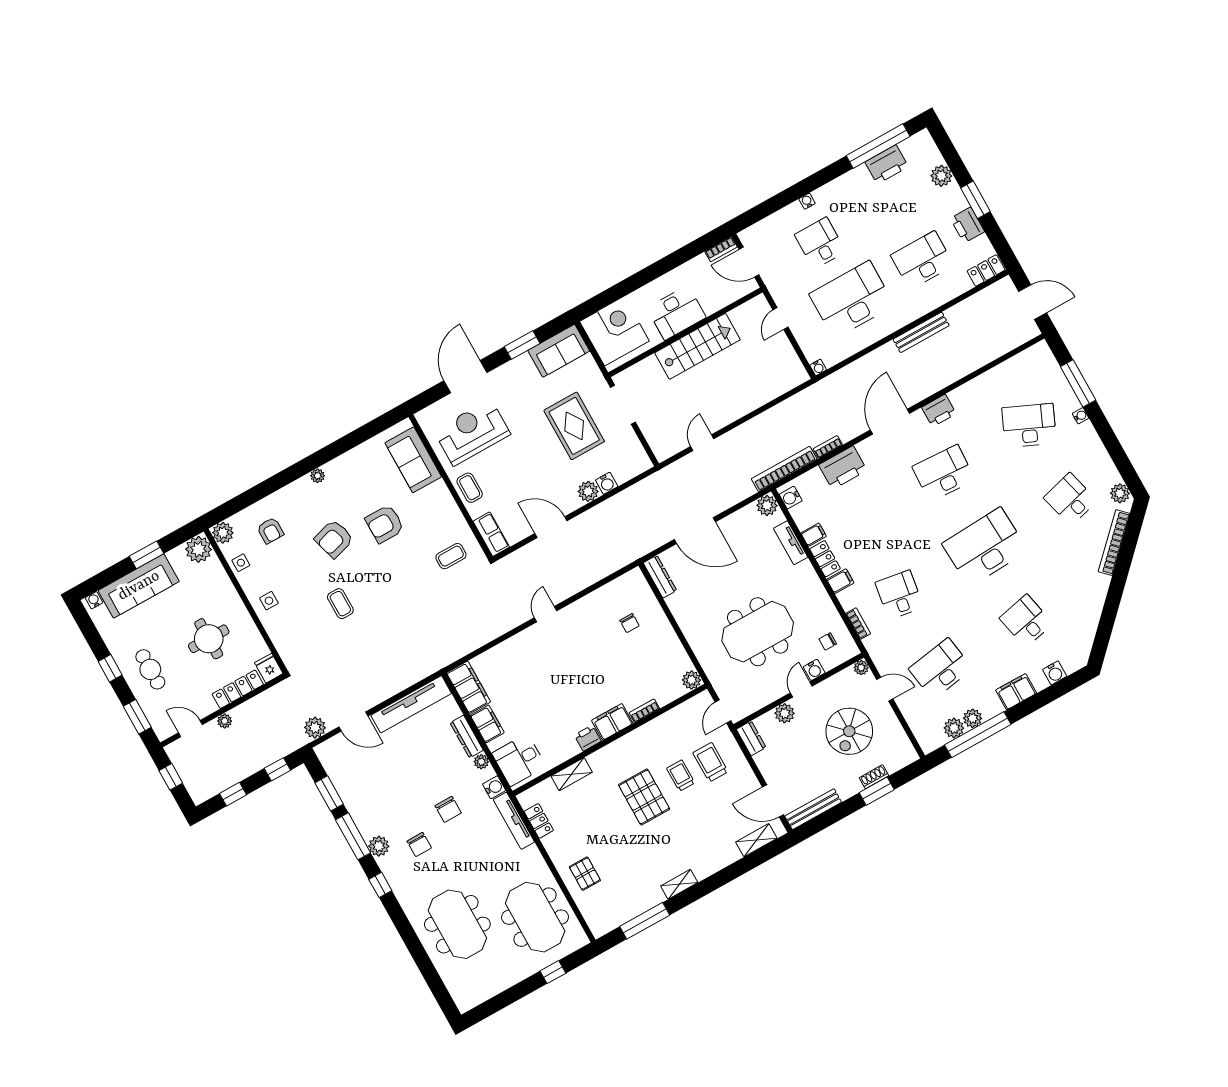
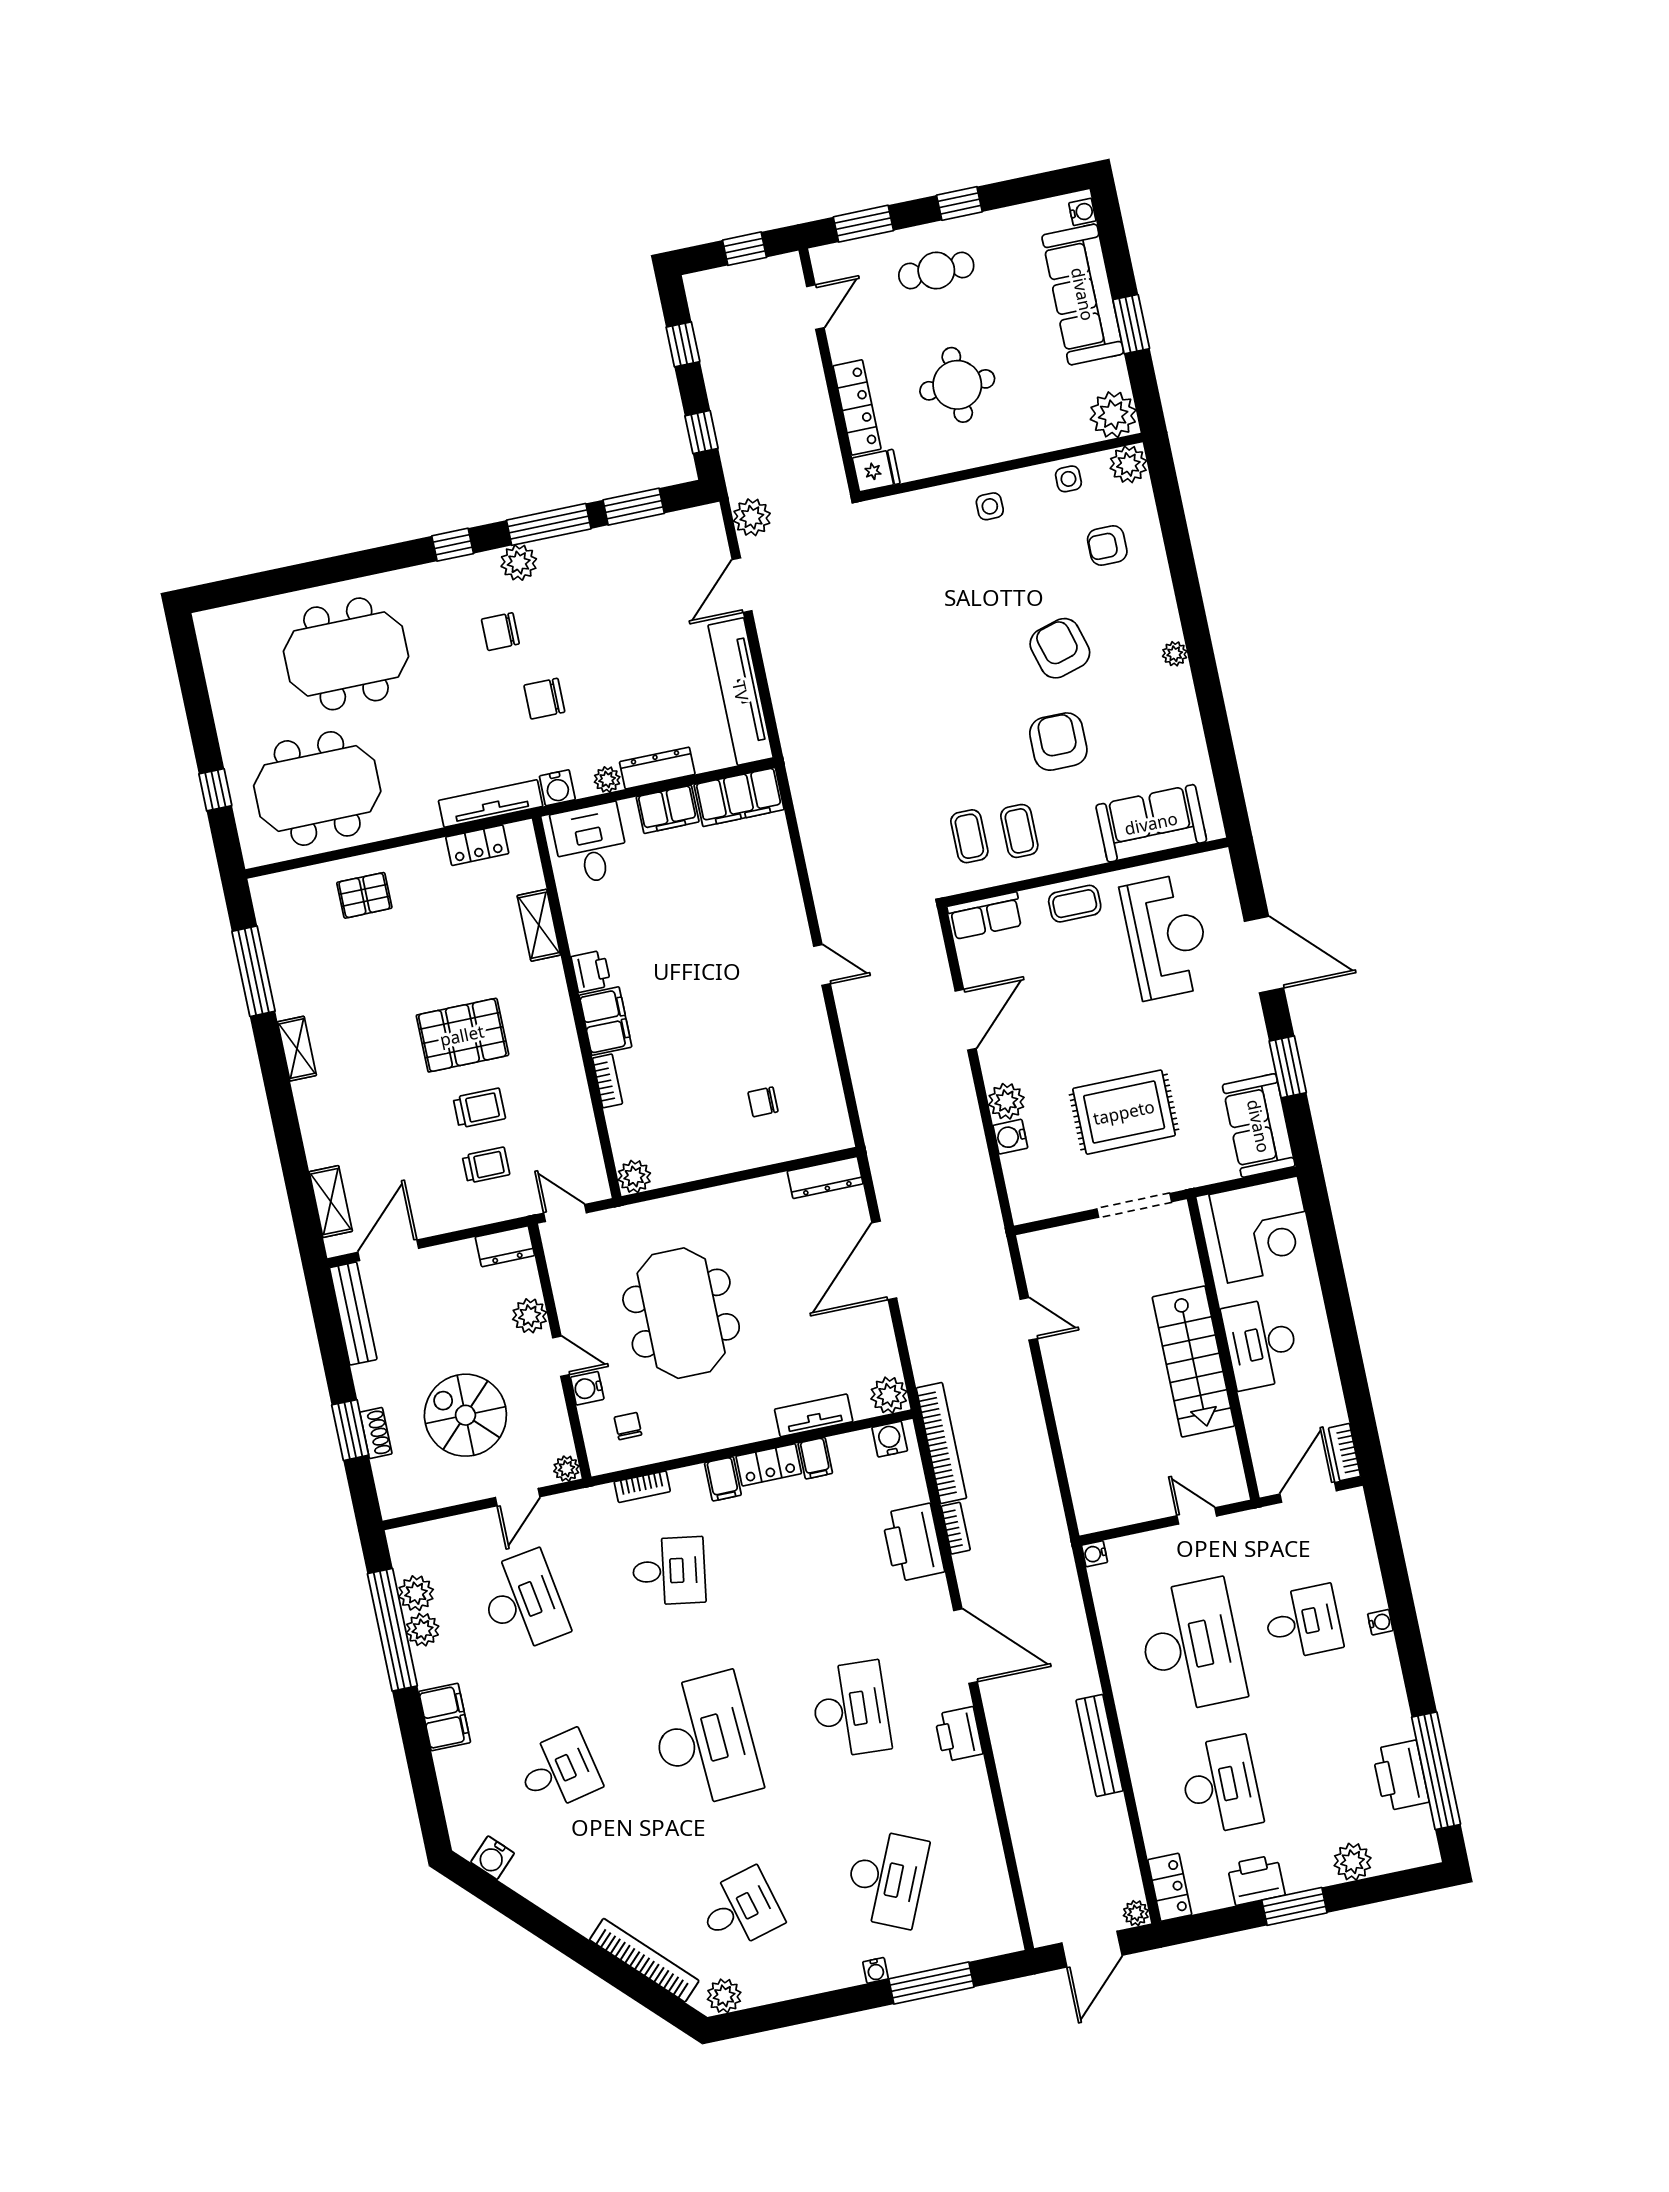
coffee table: (340, 604) -> (1019, 831), moved, turned 90
water cooler: (1055, 673) -> (493, 1858), moved, turned -45
plant: (225, 721) -> (1136, 1913), moved
trolley: (710, 762) -> (486, 1165), width x0.73, depth x0.72

